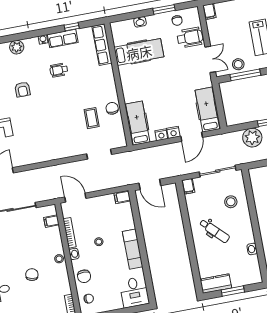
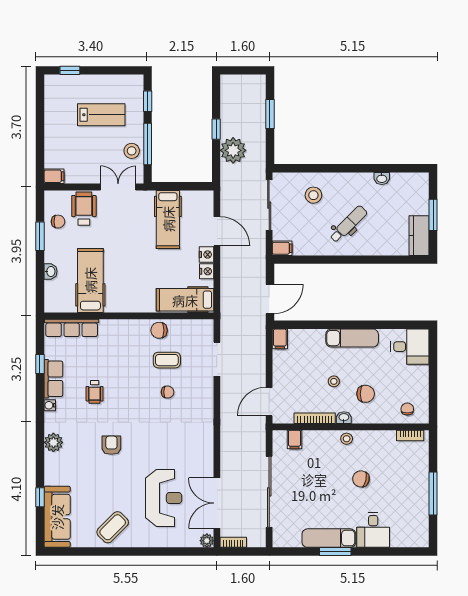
armchair: (23, 89) -> (111, 445), turned -90
hospital bed: (207, 110) -> (168, 219), moved, turned -90
chair: (69, 123) -> (168, 392), added
chair: (84, 276) -> (366, 394), moved

